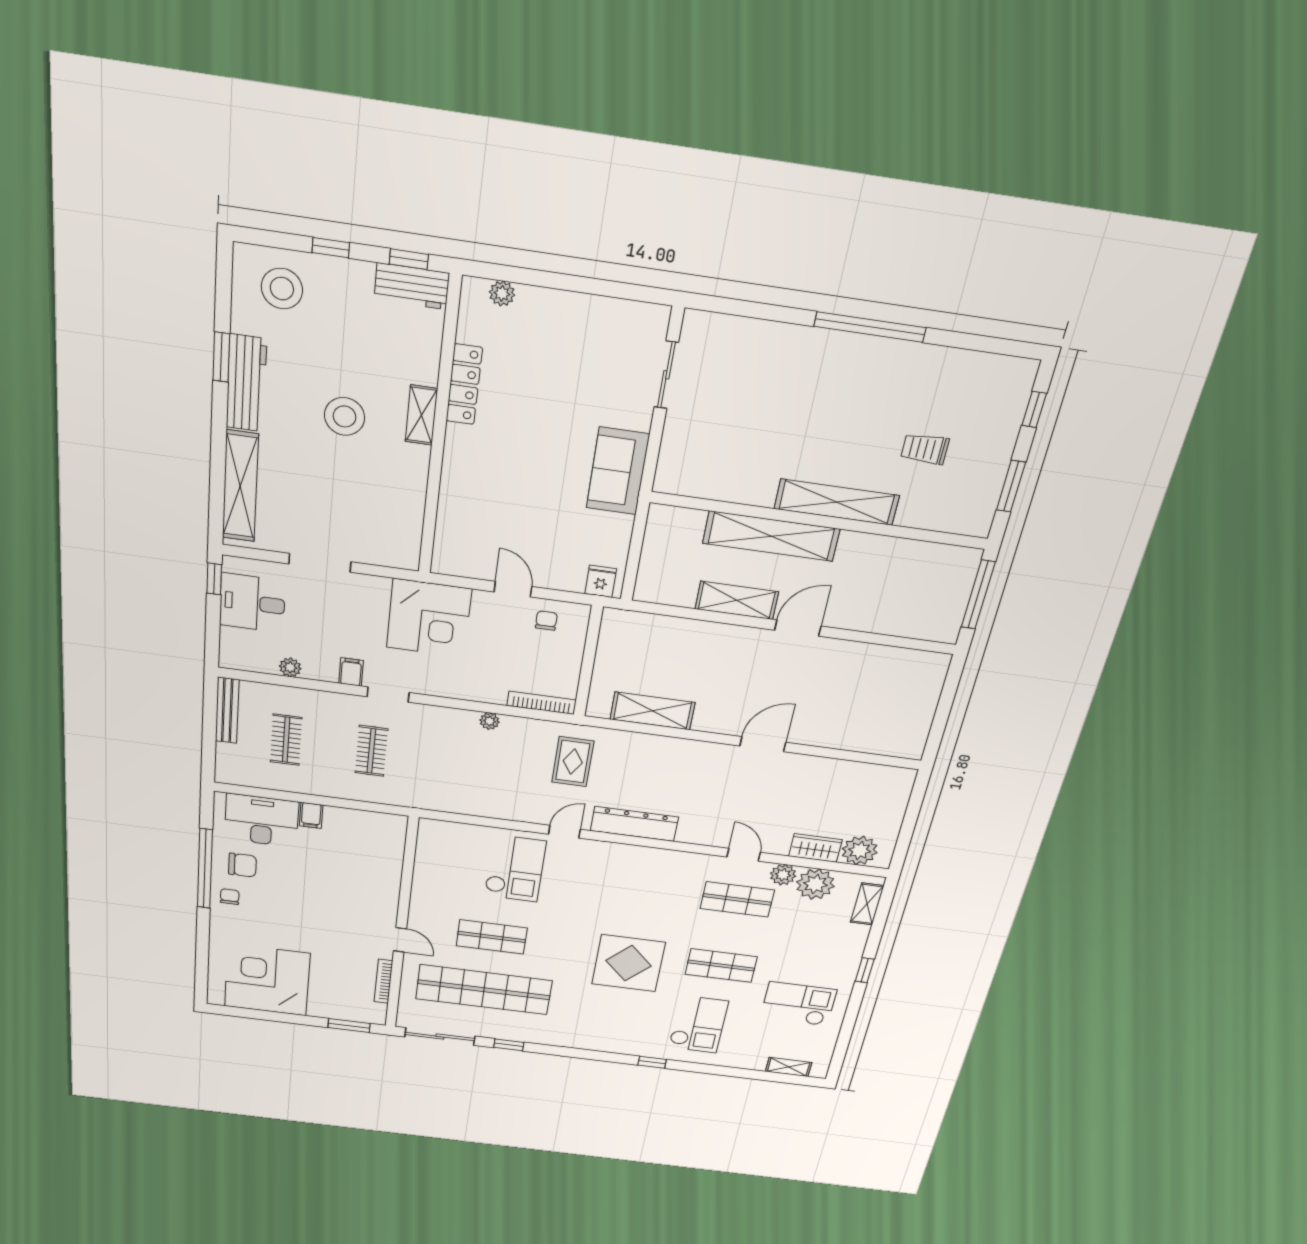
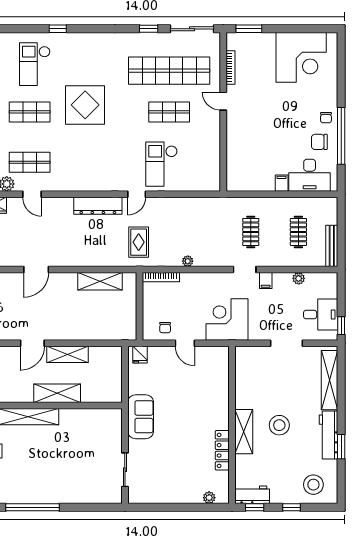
shelving: (421, 415) -> (244, 432), width x1.50, depth x1.33
shelving: (771, 536) -> (57, 393), width x0.68

